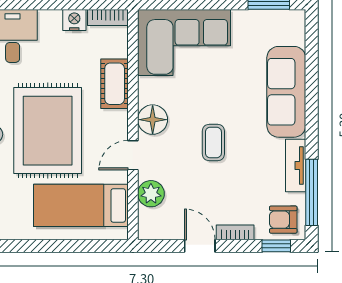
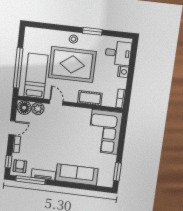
nightstand: (74, 20) -> (123, 72), moved
floor lamp: (153, 120) -> (24, 108), moved
coffee table: (213, 143) -> (58, 140), removed
window: (68, 246) -> (18, 68), added

